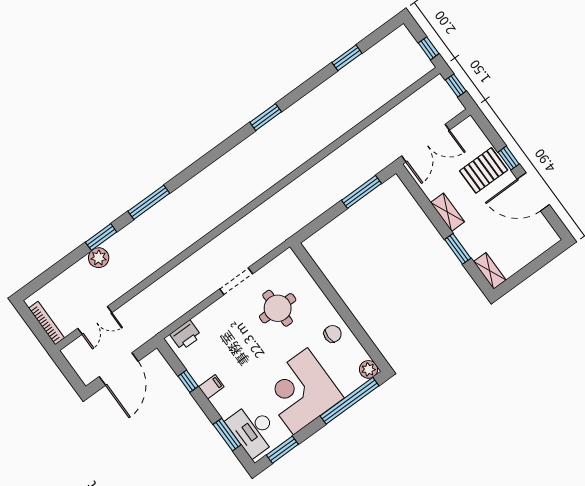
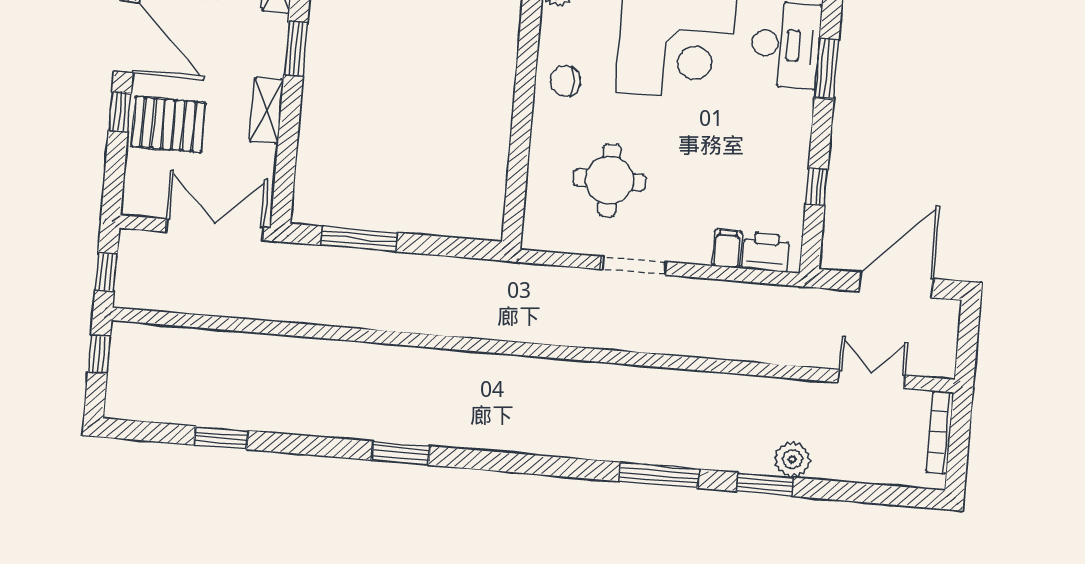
filing cabinet: (211, 387) -> (727, 249), moved, turned 90

